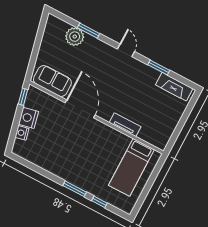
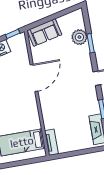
sofa: (52, 81) -> (44, 33), moved, turned 77
tv unit: (125, 125) -> (51, 142), moved

